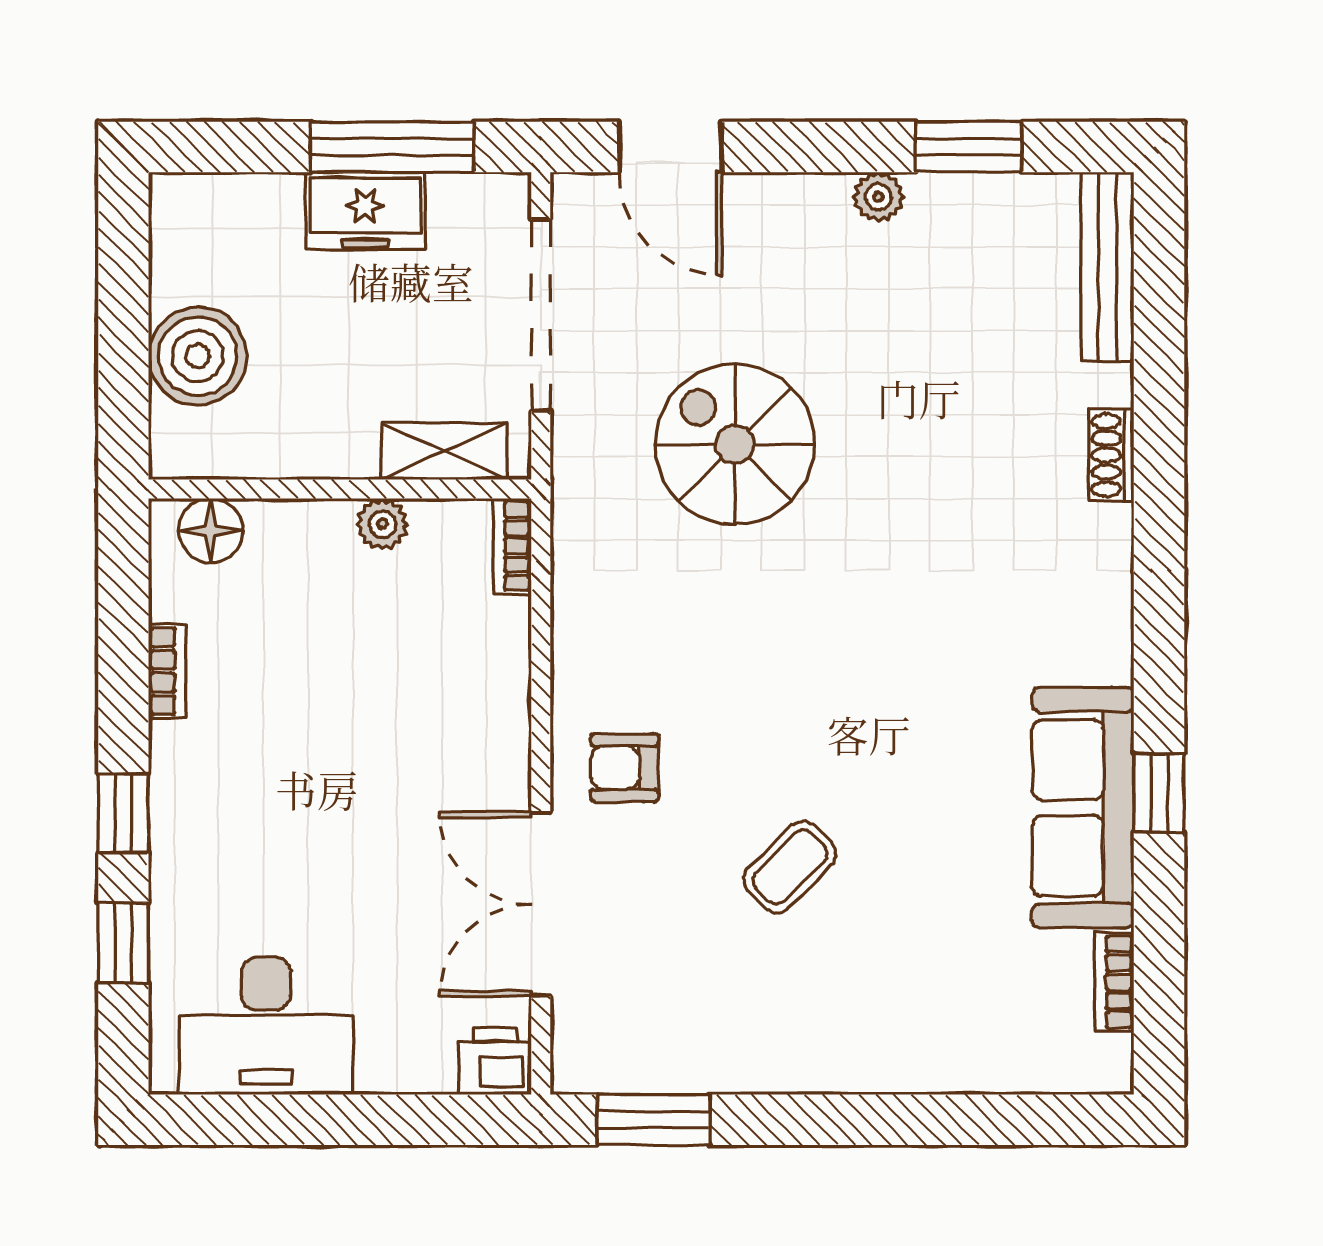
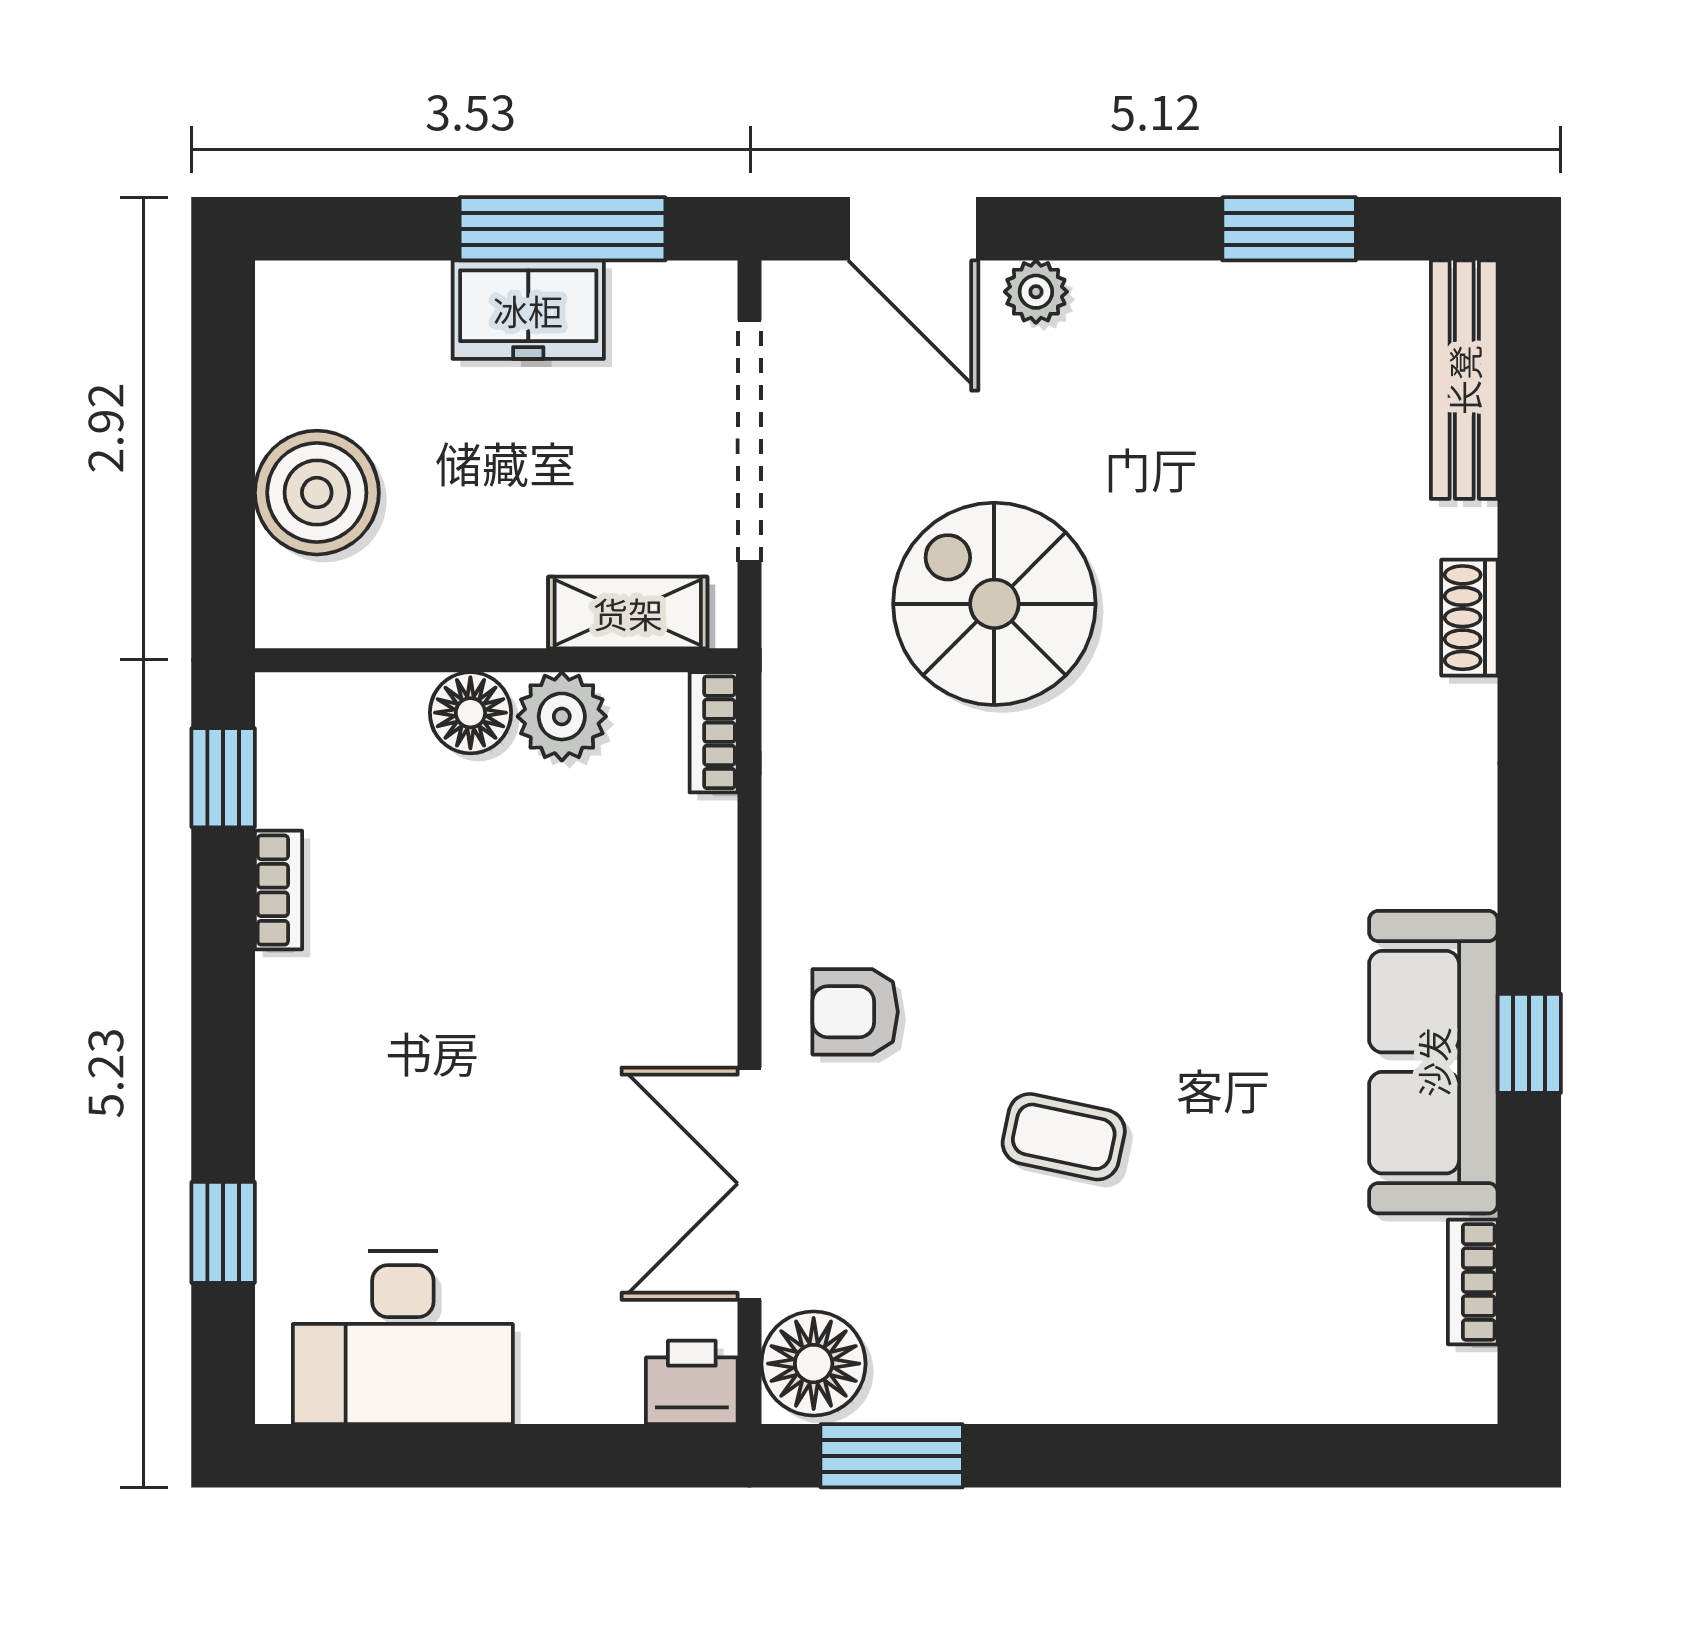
plant: (878, 197) -> (1036, 292), moved
plant: (382, 524) -> (562, 716), width x1.38, depth x1.38
floor lamp: (210, 531) -> (470, 713), moved
window: (123, 814) -> (223, 778), moved
coffee table: (790, 867) -> (1064, 1137), turned 57
floor lamp: (592, 1047) -> (814, 1364), added

